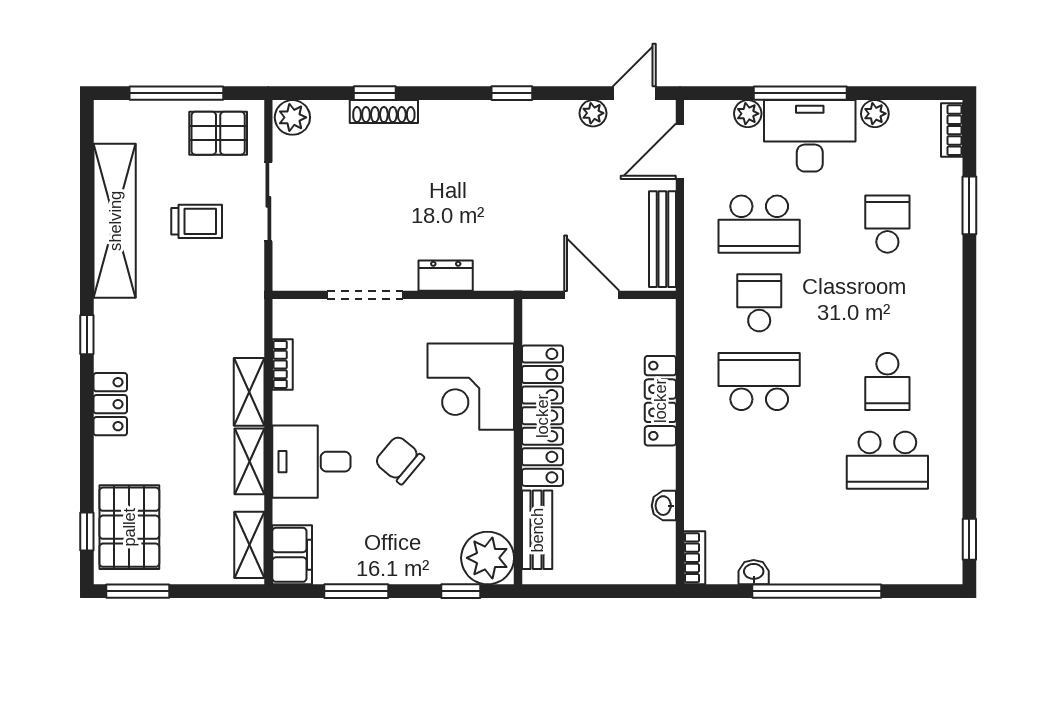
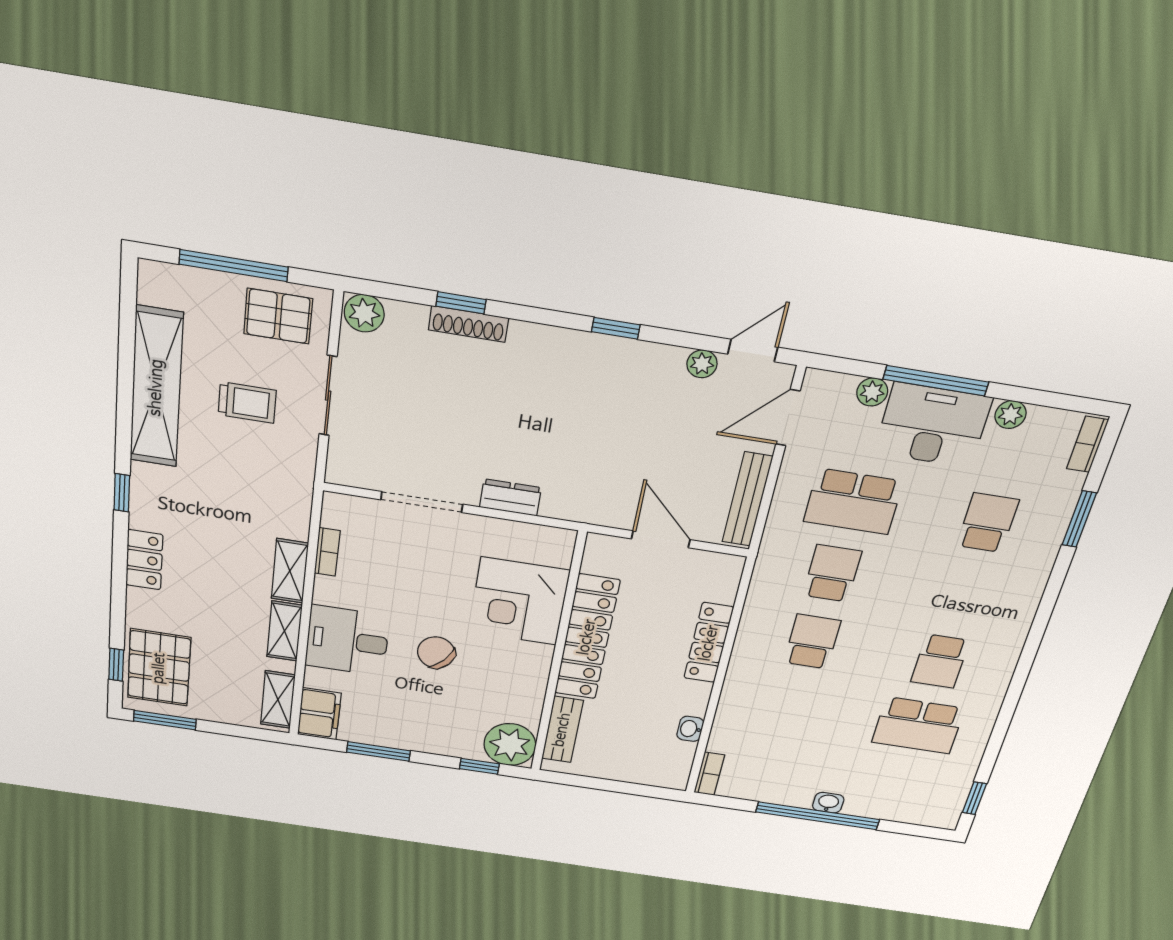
school desk: (759, 381) -> (812, 642), width x0.54
washbasin: (754, 572) -> (828, 803), moved

